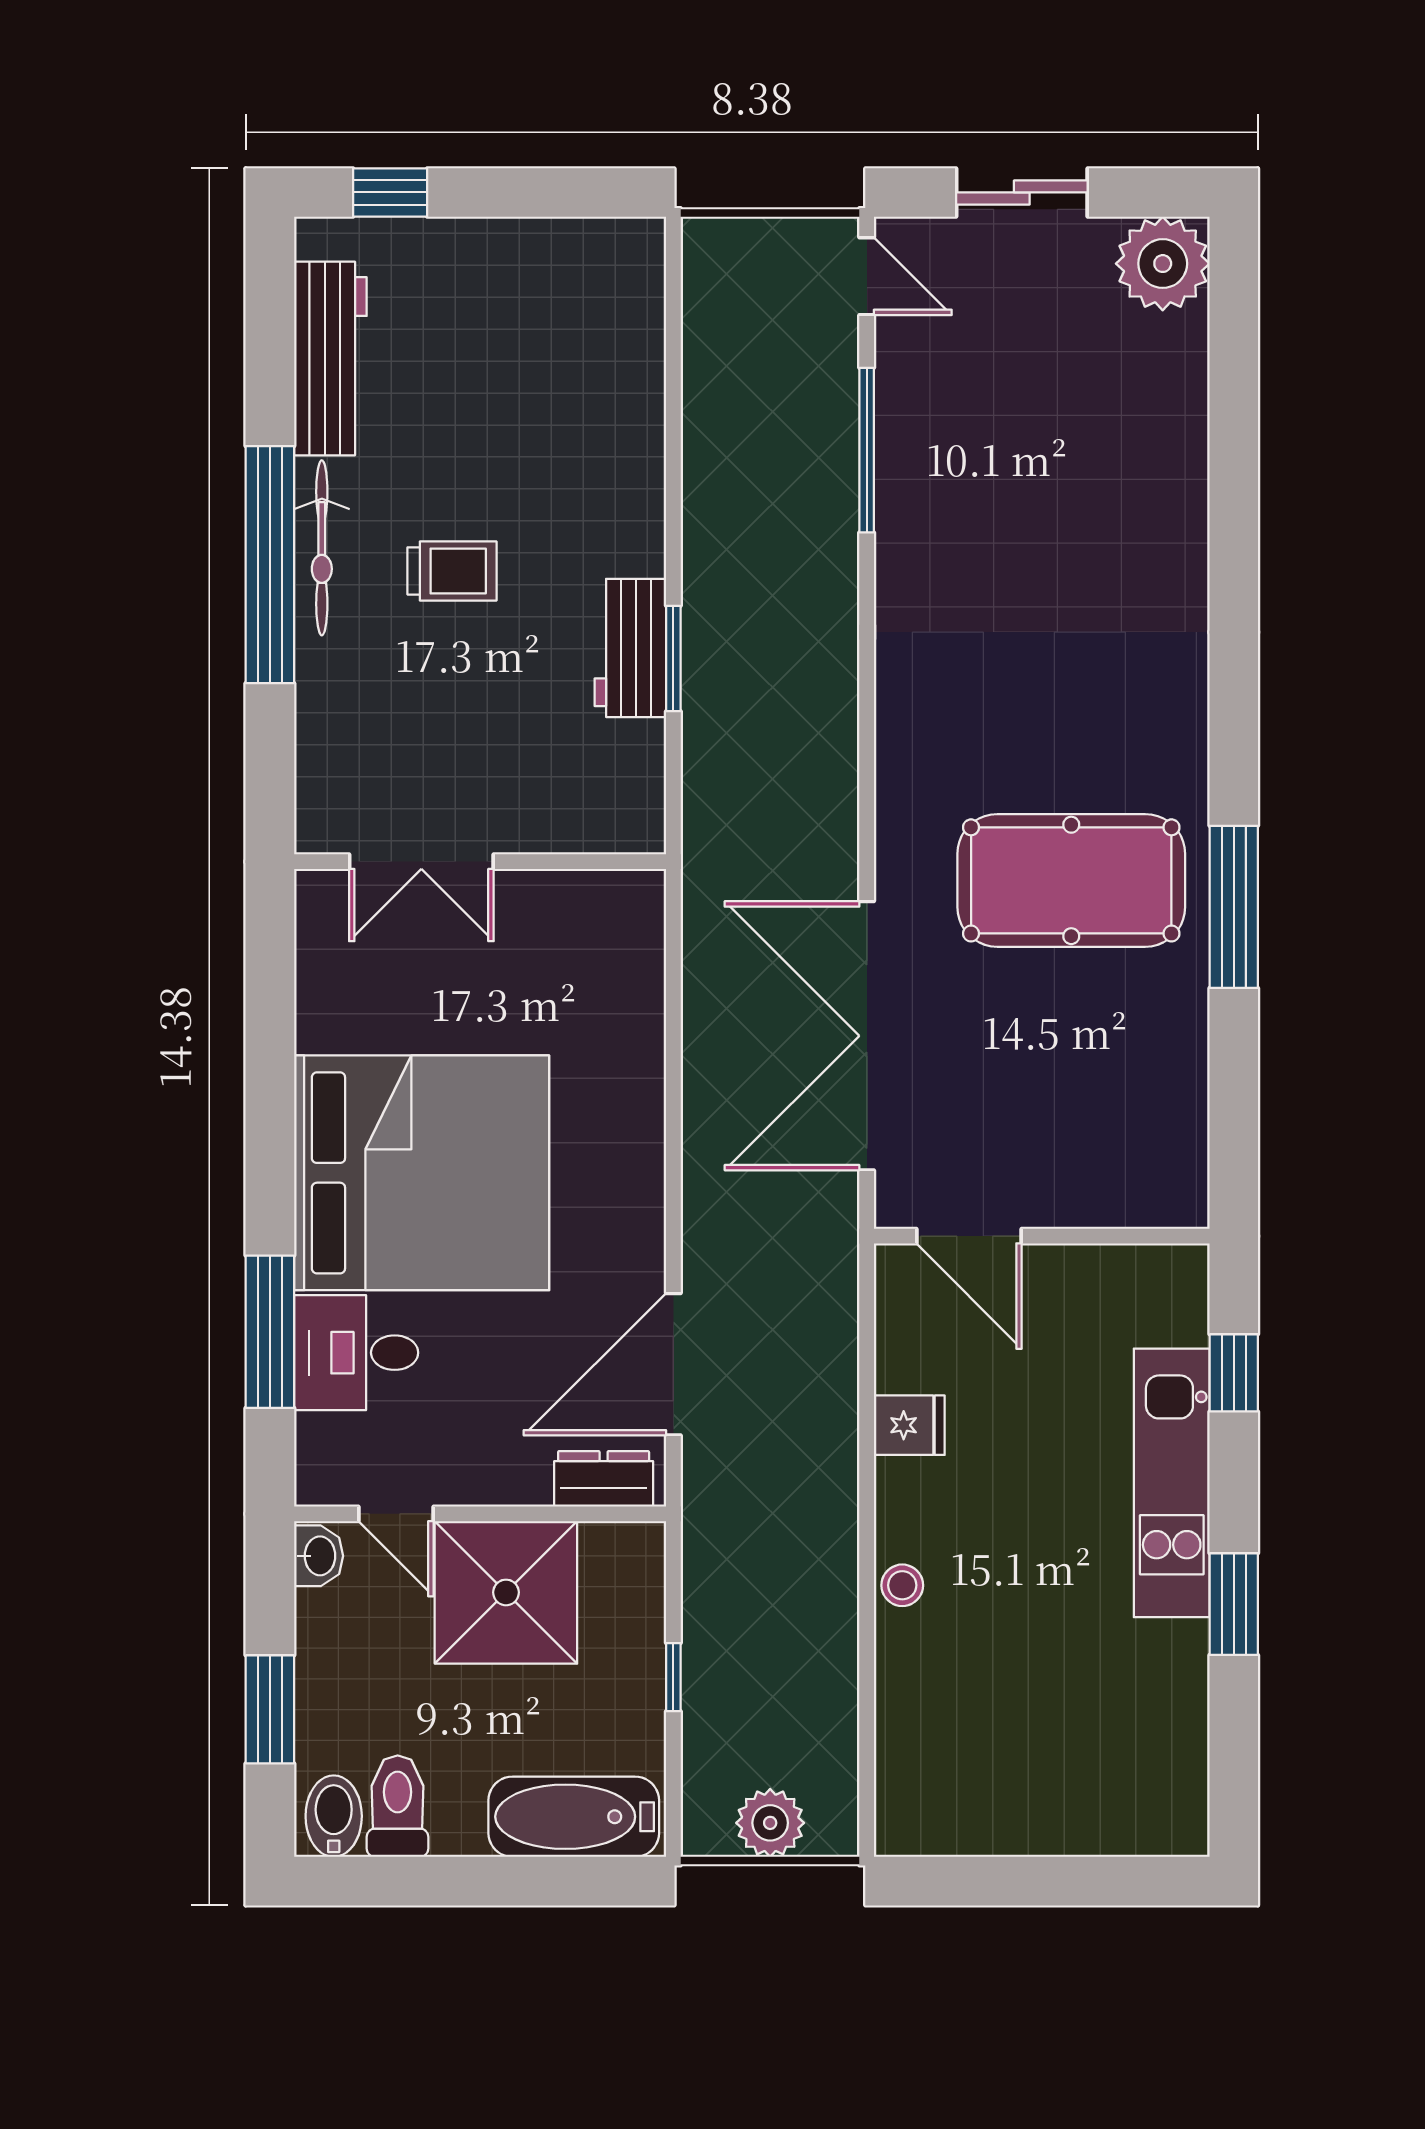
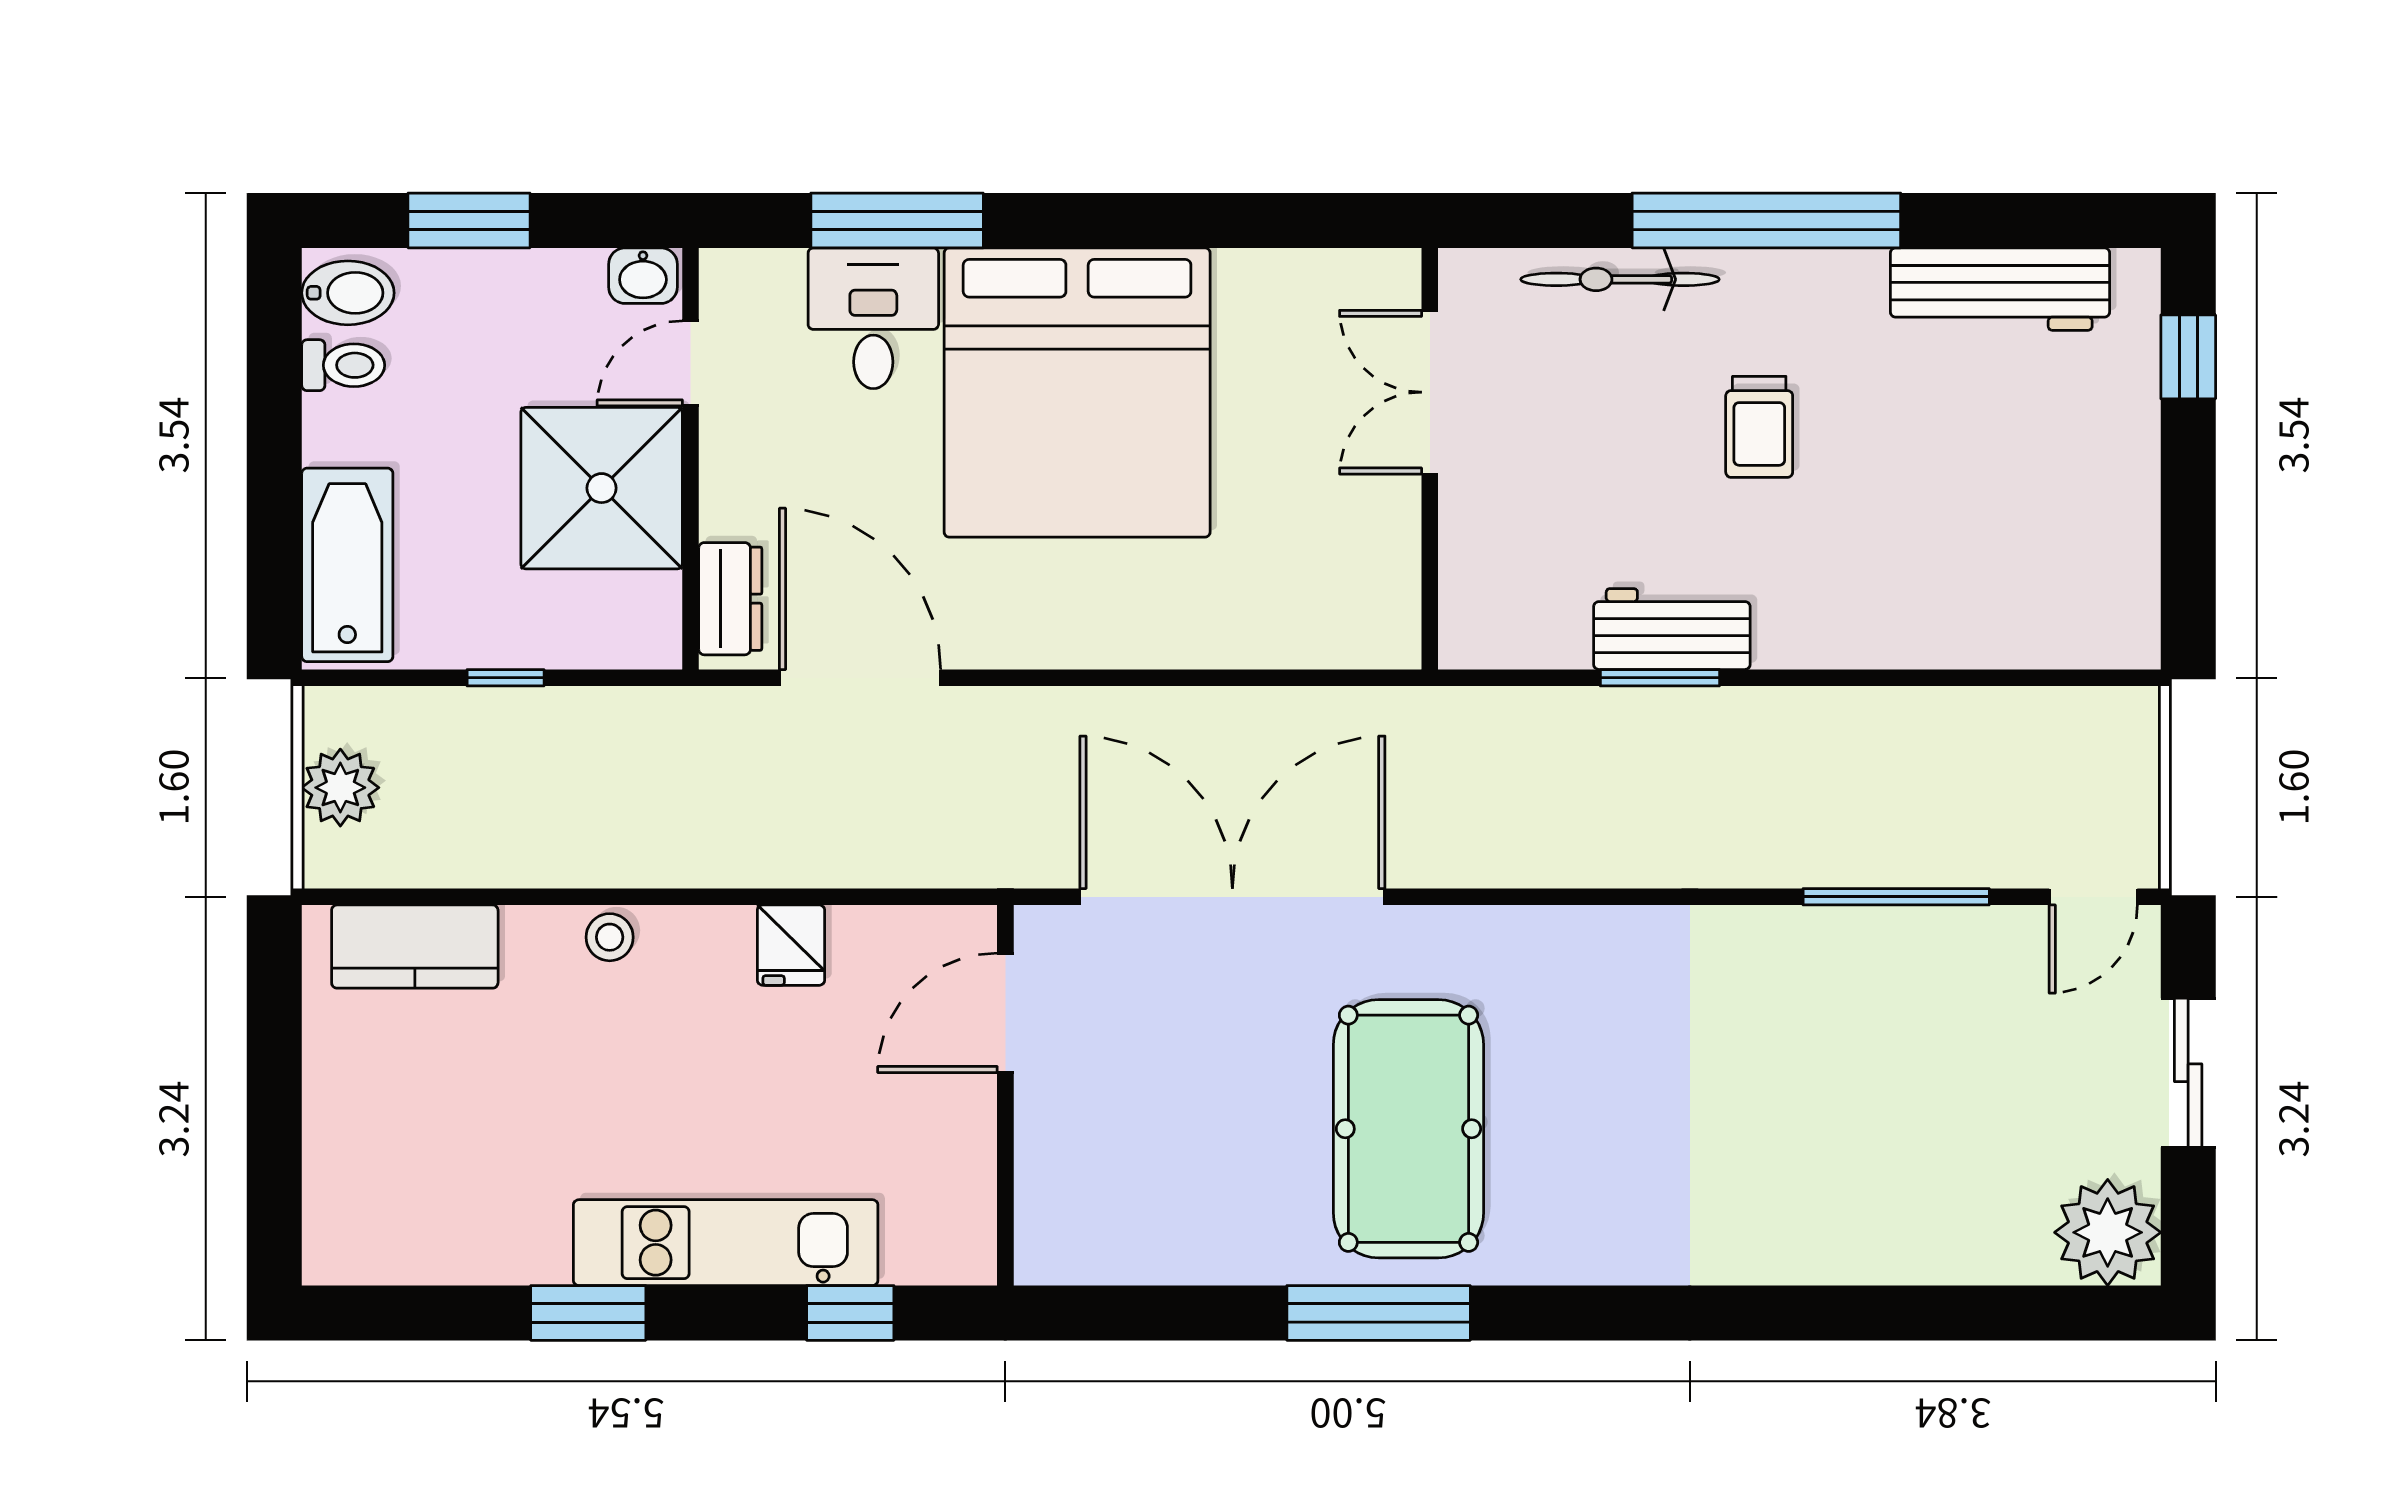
bicycle: (322, 548) -> (1620, 279), moved
kitchen counter: (910, 1757) -> (415, 947), added
toilet: (398, 1806) -> (343, 365), width x0.73, depth x0.72

